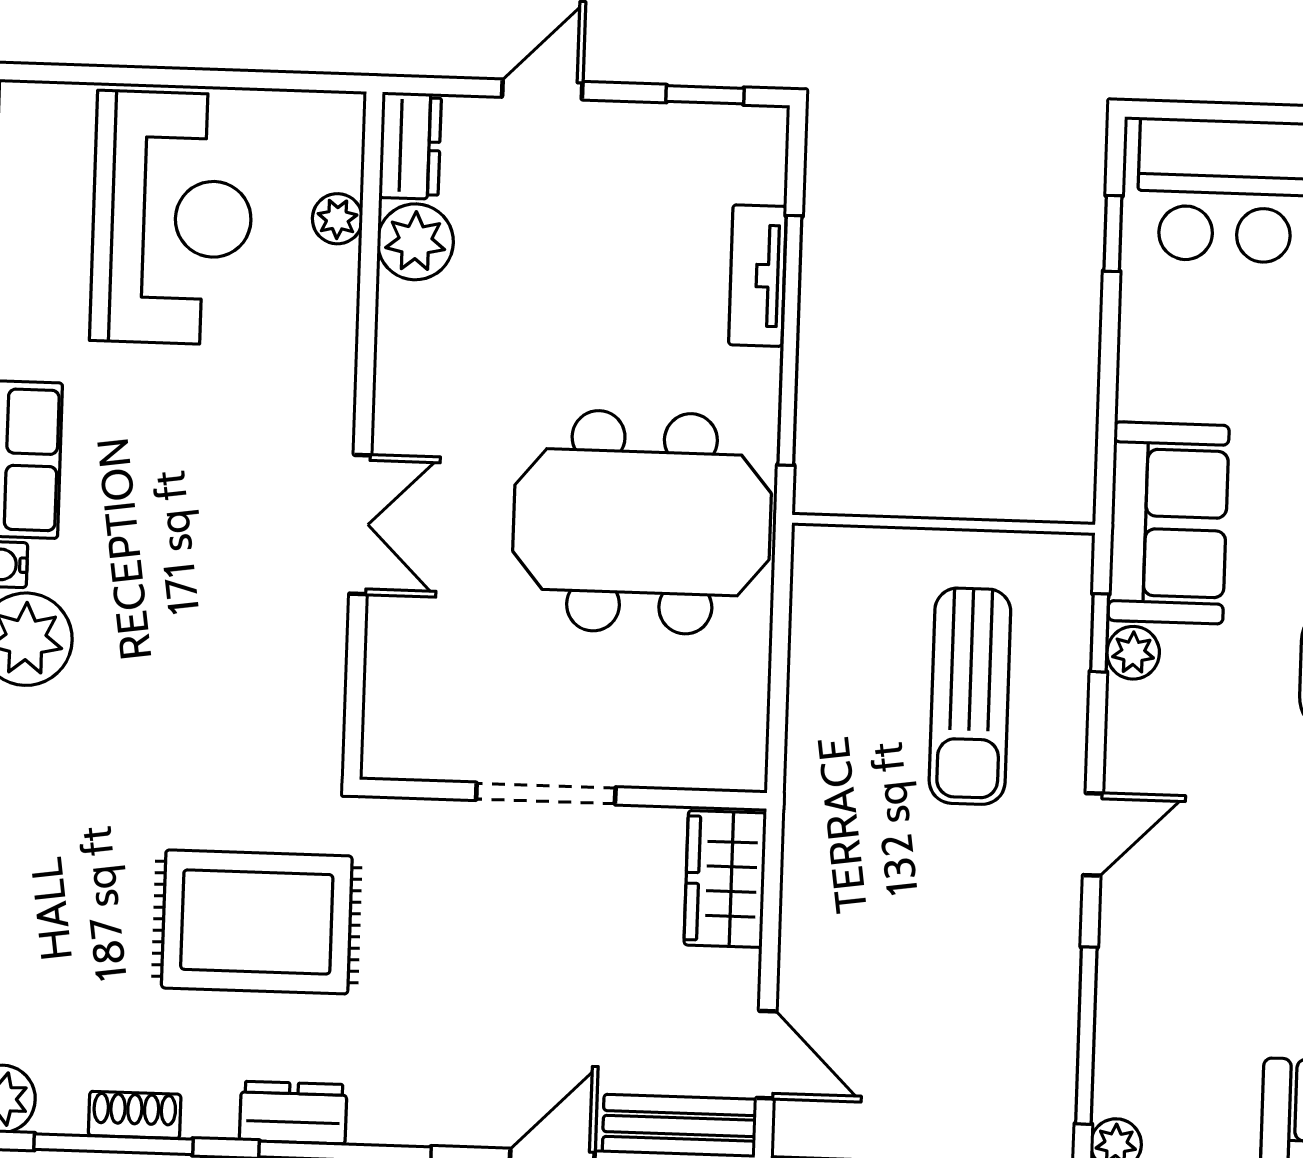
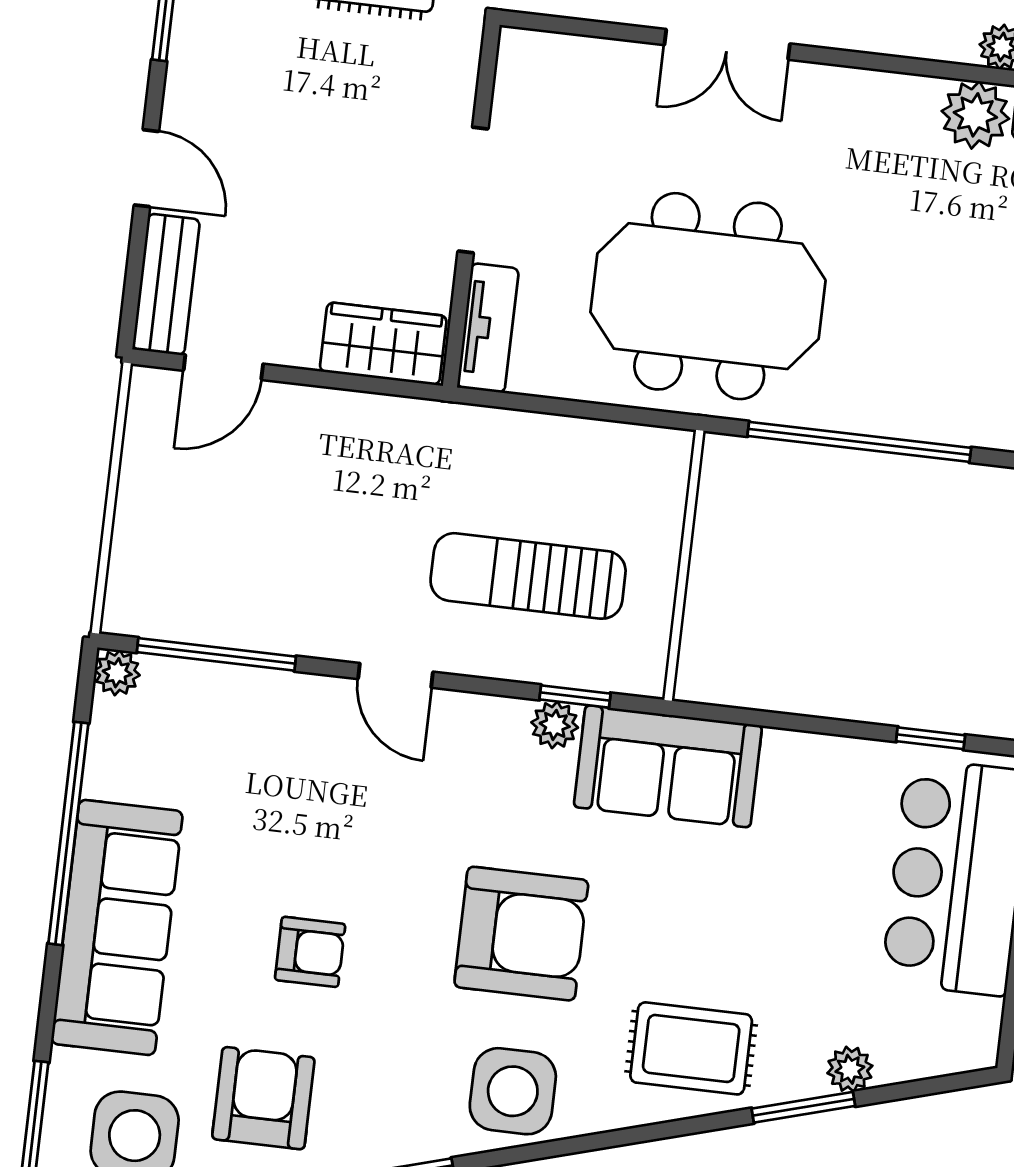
tv unit: (758, 276) -> (488, 328), moved, turned 90
meeting table: (642, 522) -> (708, 296), turned 90

